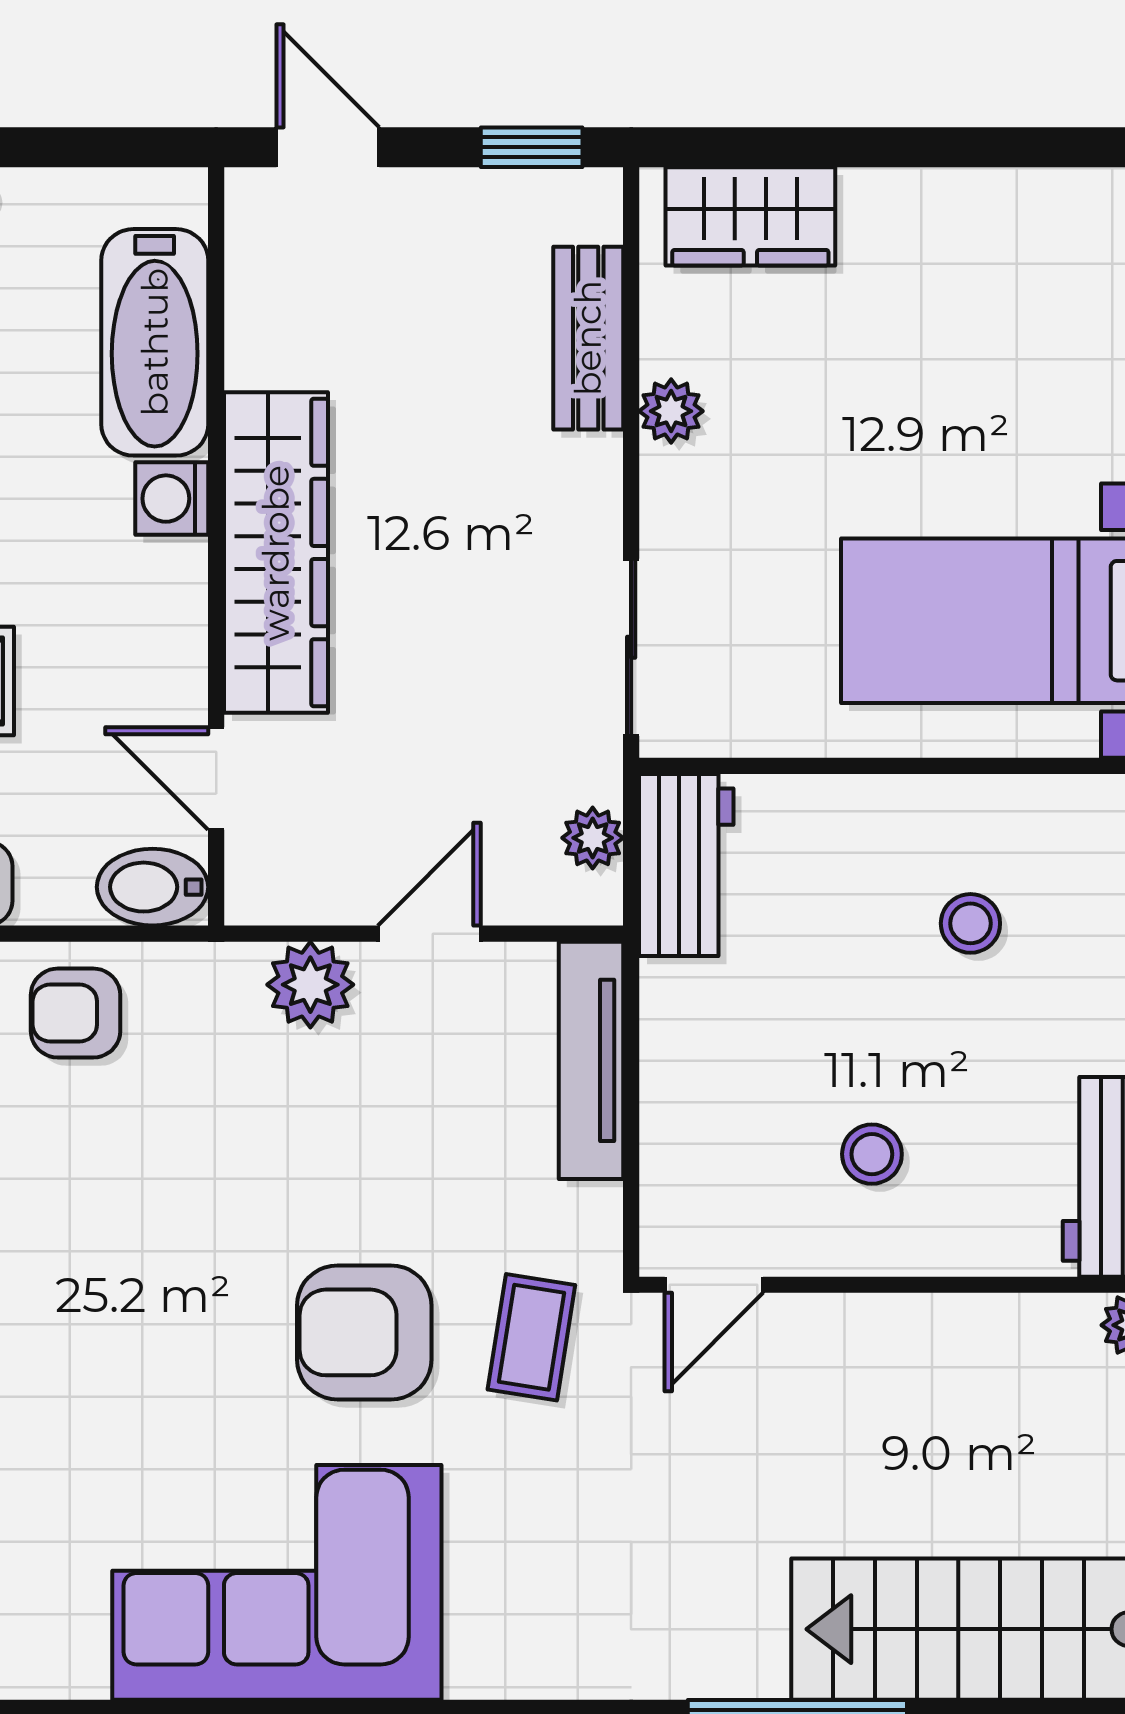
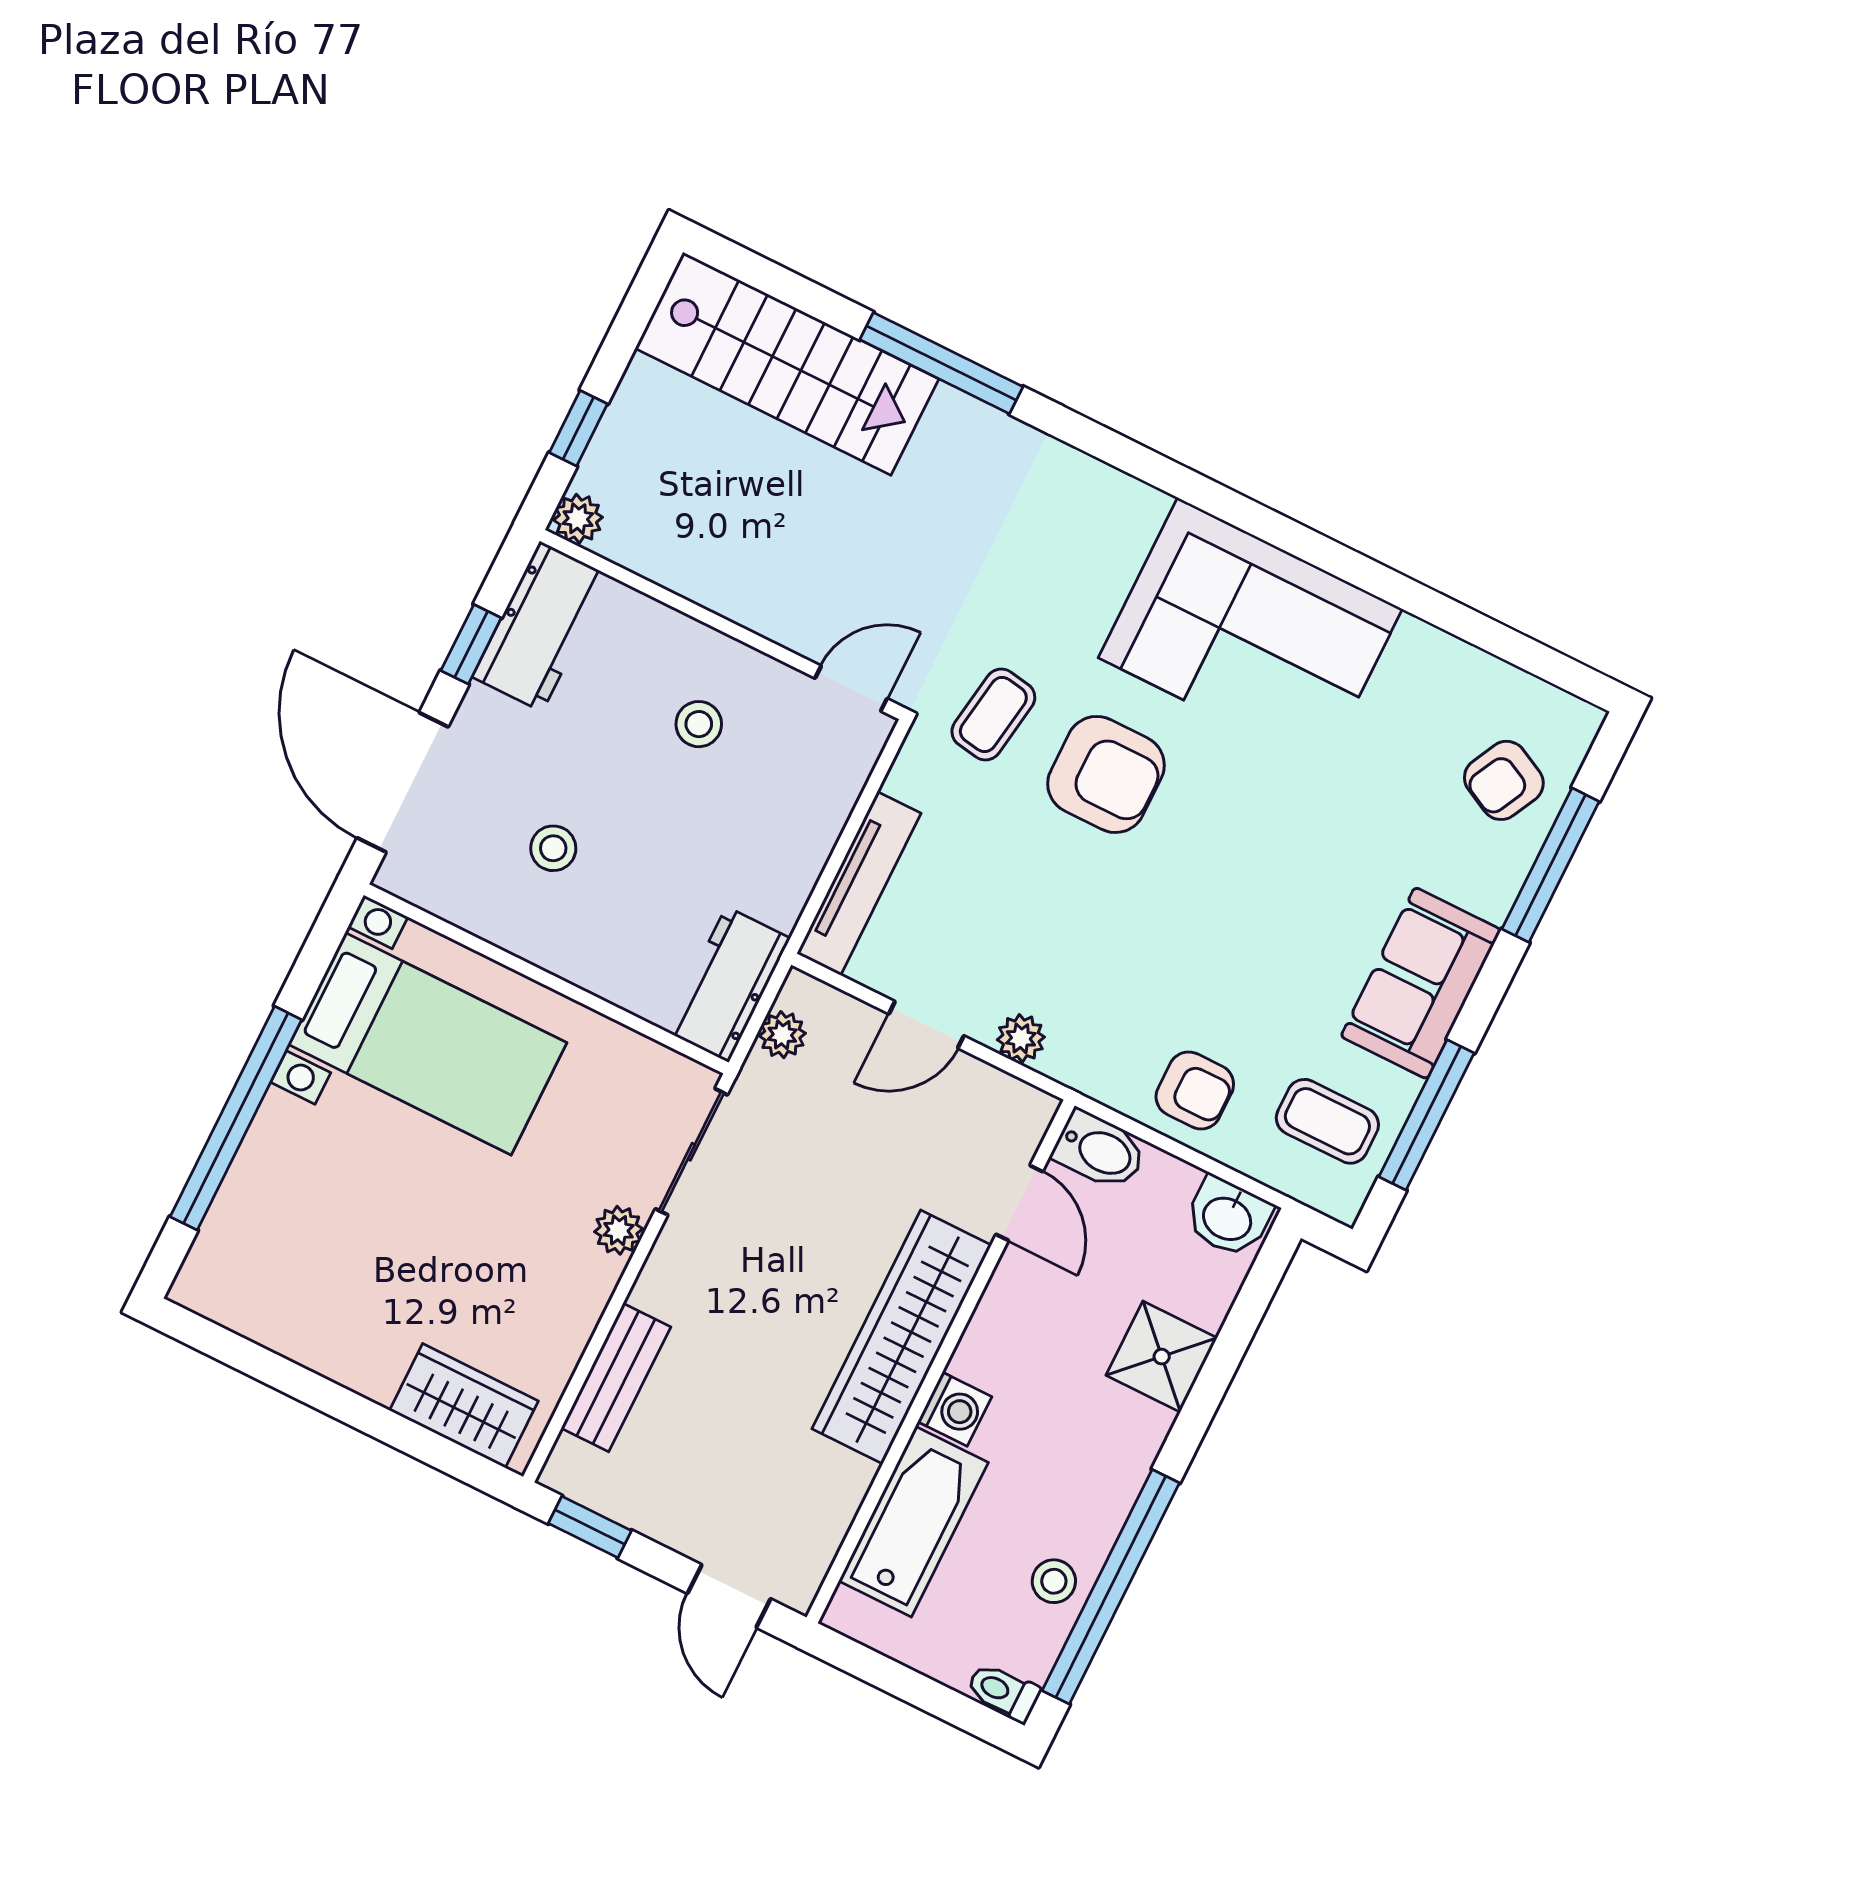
plant: (671, 411) -> (619, 1230), moved
plant: (310, 985) -> (1021, 1038), width x0.73, depth x0.73

